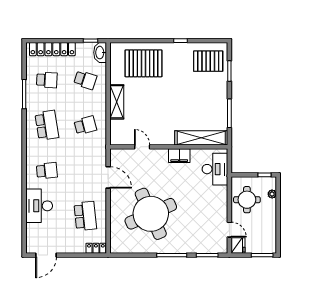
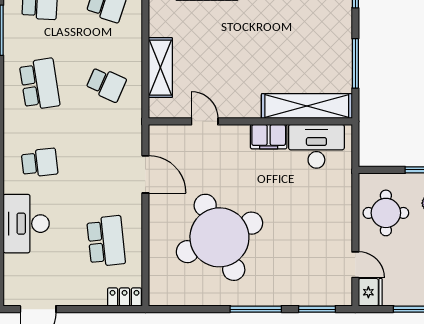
shelving: (117, 102) -> (160, 68), moved
school desk: (85, 125) -> (106, 84), turned 39
desk: (215, 169) -> (316, 146), moved, turned -90

